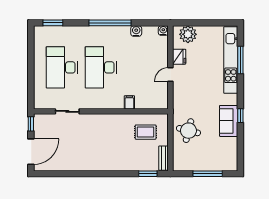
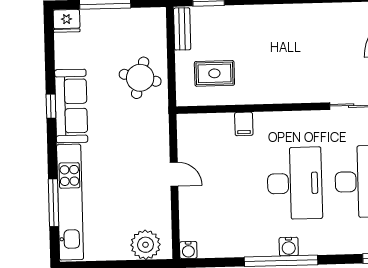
water cooler: (136, 31) -> (289, 247), moved
fridge: (179, 57) -> (67, 21), moved, turned -90
door: (170, 75) -> (174, 174), hinge flipped
sofa: (229, 121) -> (71, 106), width x1.36

